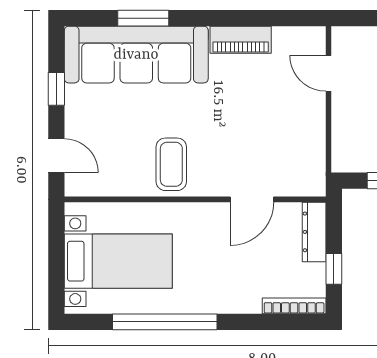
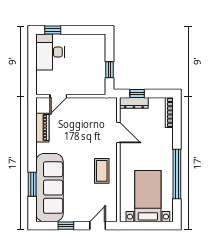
piano: (241, 40) -> (42, 128), moved
coffee table: (171, 164) -> (102, 171), turned 90
window: (334, 269) -> (137, 94), moved

